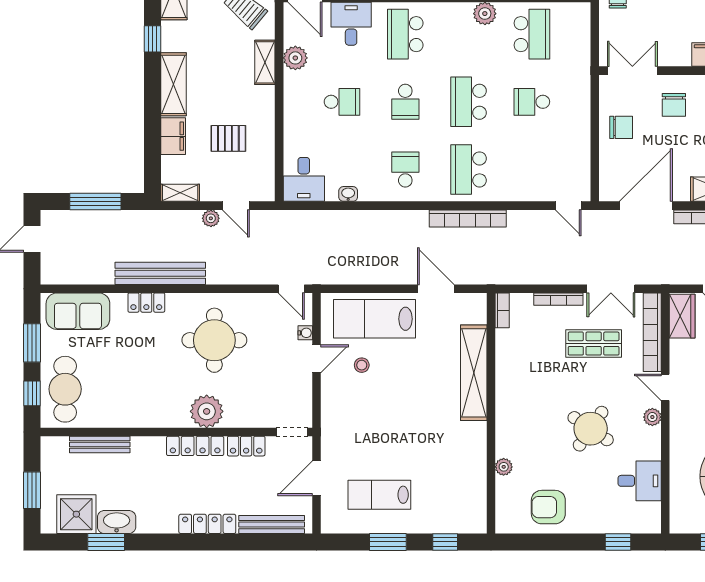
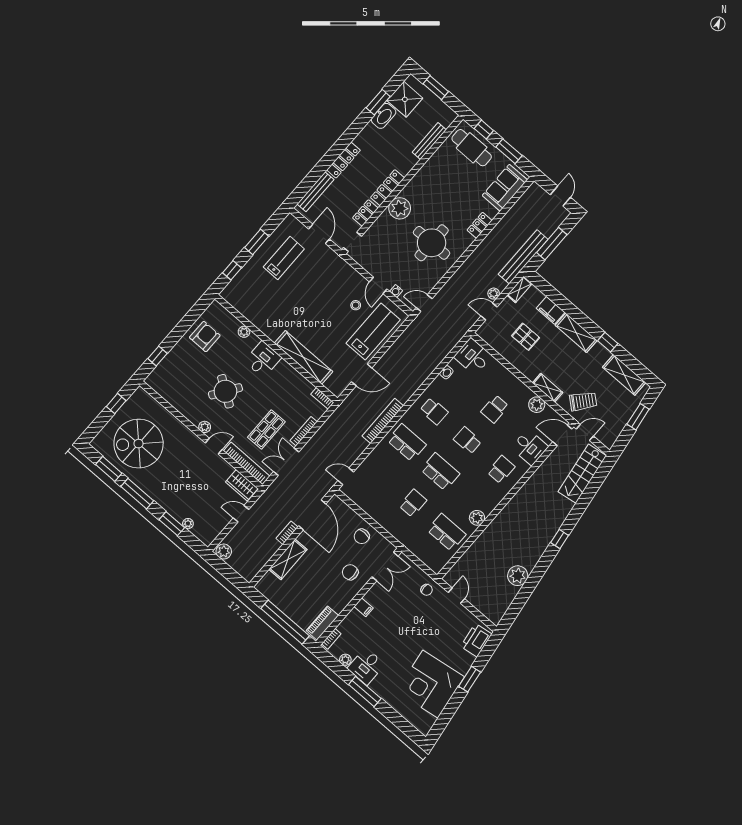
school desk: (405, 34) -> (501, 469), width x0.54
school desk: (532, 34) -> (446, 532), turned 180
pallet: (228, 138) -> (526, 337), turned 90
bench: (160, 273) -> (523, 257), moved
desk: (640, 481) -> (263, 359), moved, turned 180

